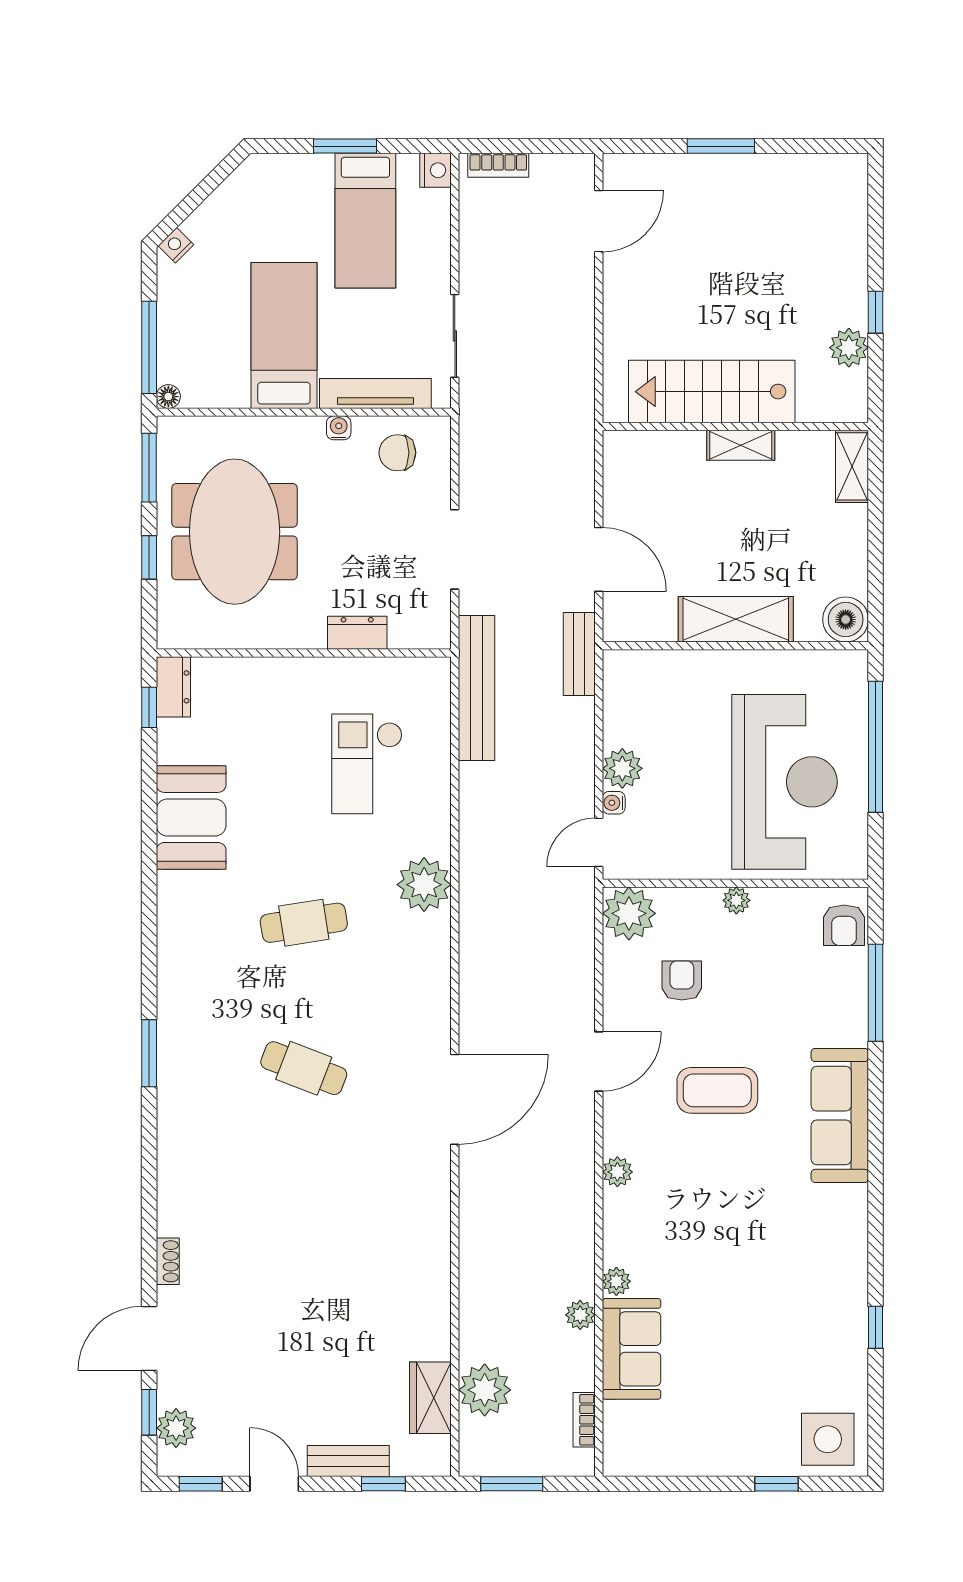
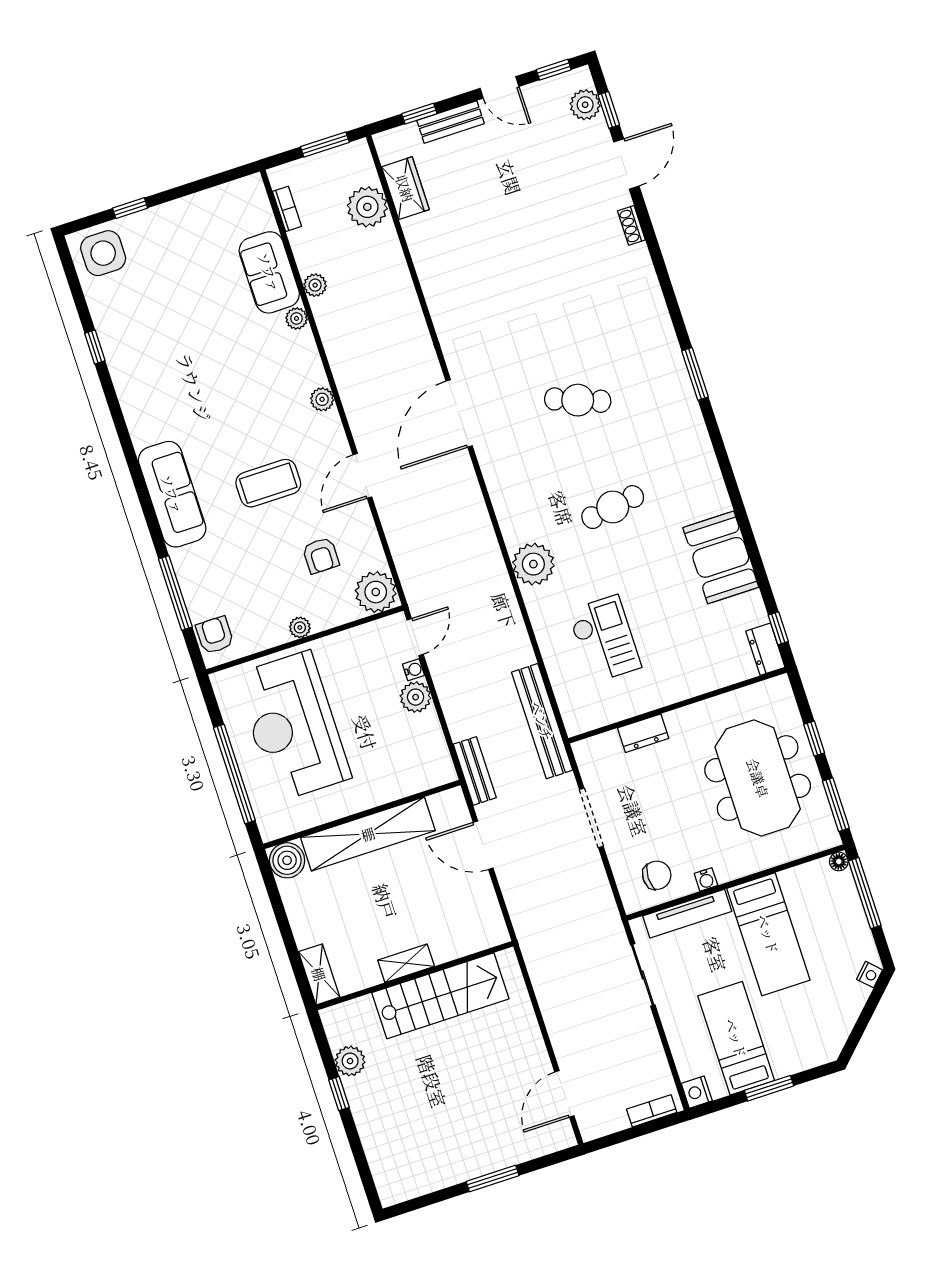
shelving: (736, 619) -> (368, 834), width x1.47

